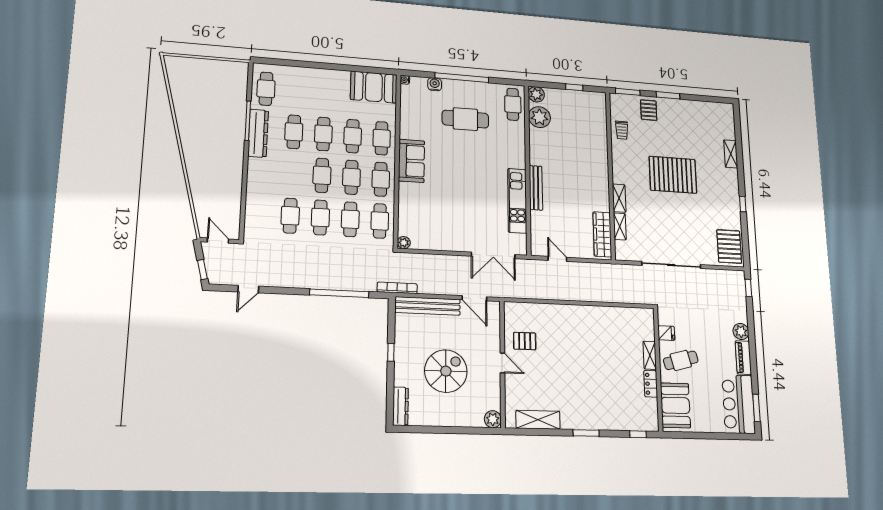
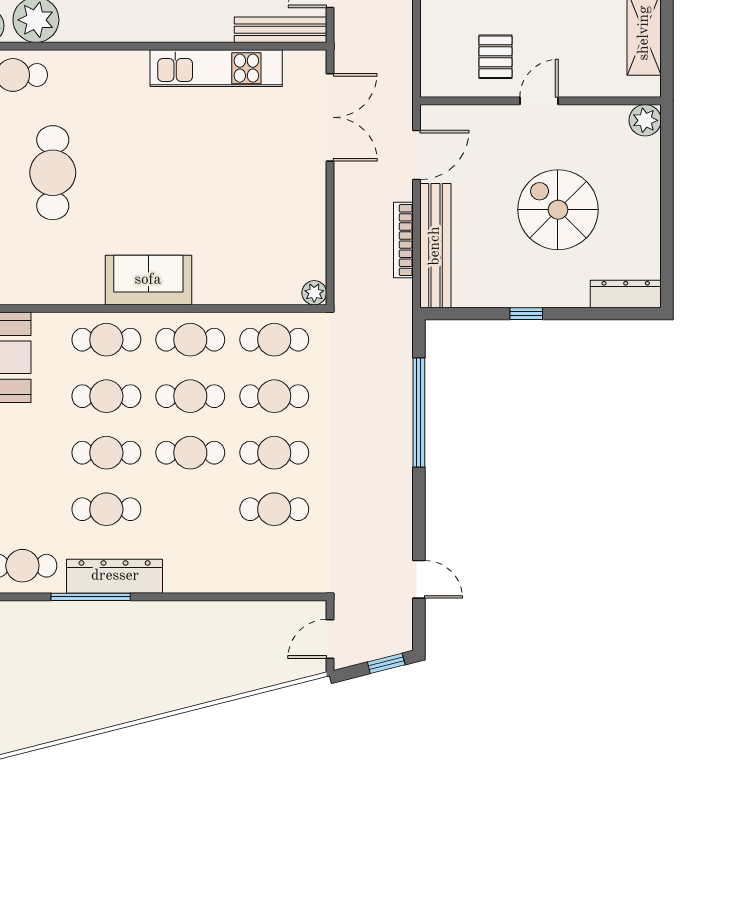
bench: (536, 188) -> (280, 30), moved
bookcase: (397, 288) -> (403, 240), moved

